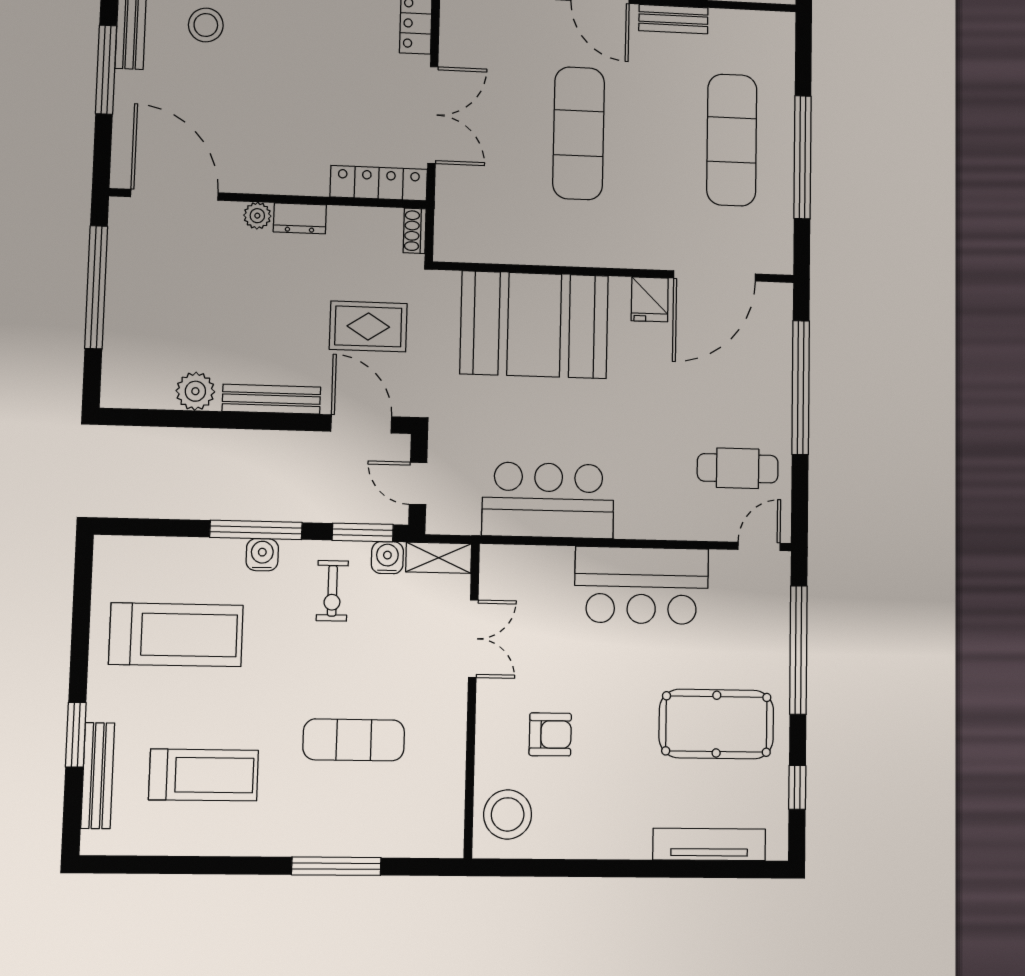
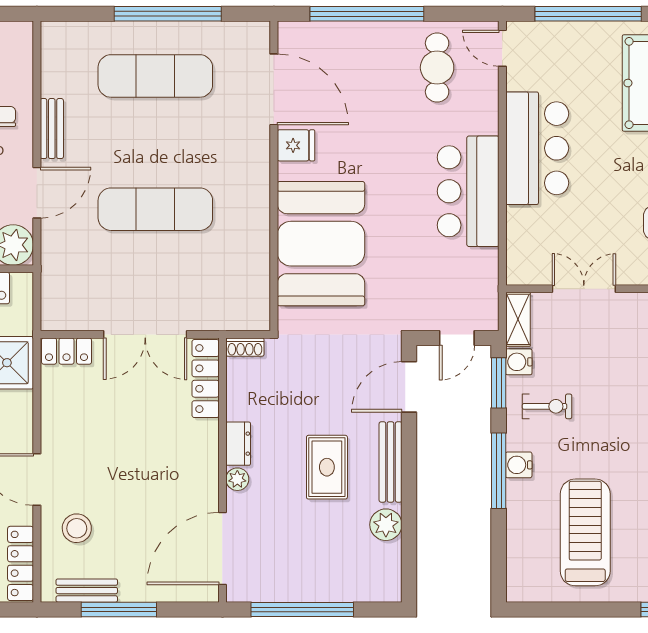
double door: (433, 115) -> (145, 334), swing flipped
rug: (368, 326) -> (327, 467), moved
bar counter: (548, 500) -> (468, 191), moved

